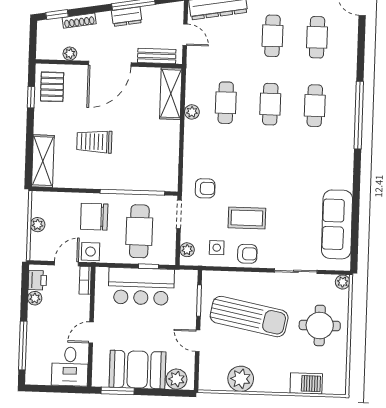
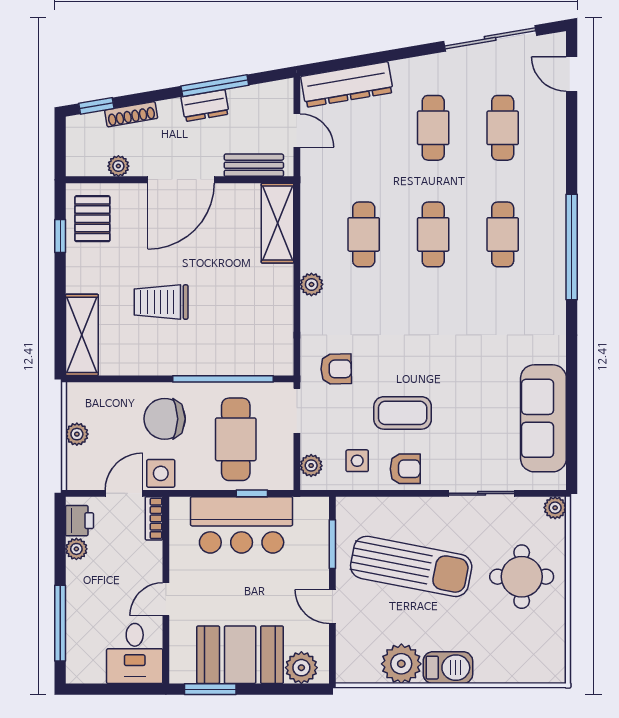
plant: (192, 112) -> (311, 284), moved
barbecue: (306, 383) -> (448, 668), moved

